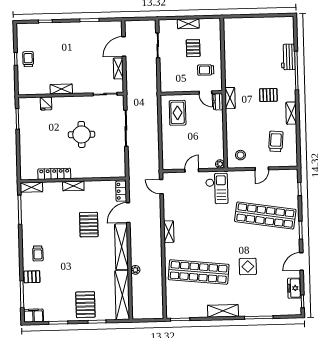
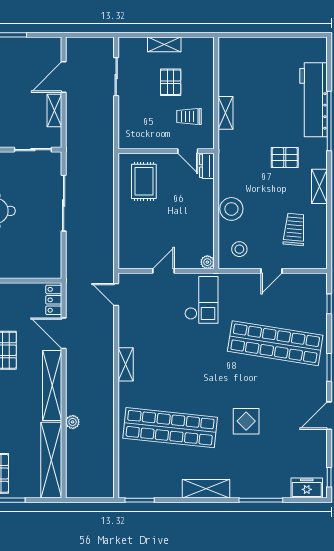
workbench: (288, 57) -> (314, 100), width x1.88, depth x1.32
shelving: (230, 98) -> (225, 113), moved
stool: (235, 129) -> (231, 209), added
door: (128, 213) -> (64, 333), hinge flipped
freezer: (294, 288) -> (307, 488), moved, turned 90

